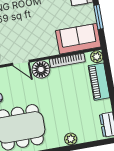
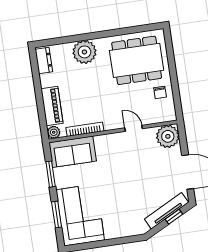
floor lamp: (41, 69) -> (113, 121), removed
plant: (71, 139) -> (84, 52), width x1.88, depth x1.88

